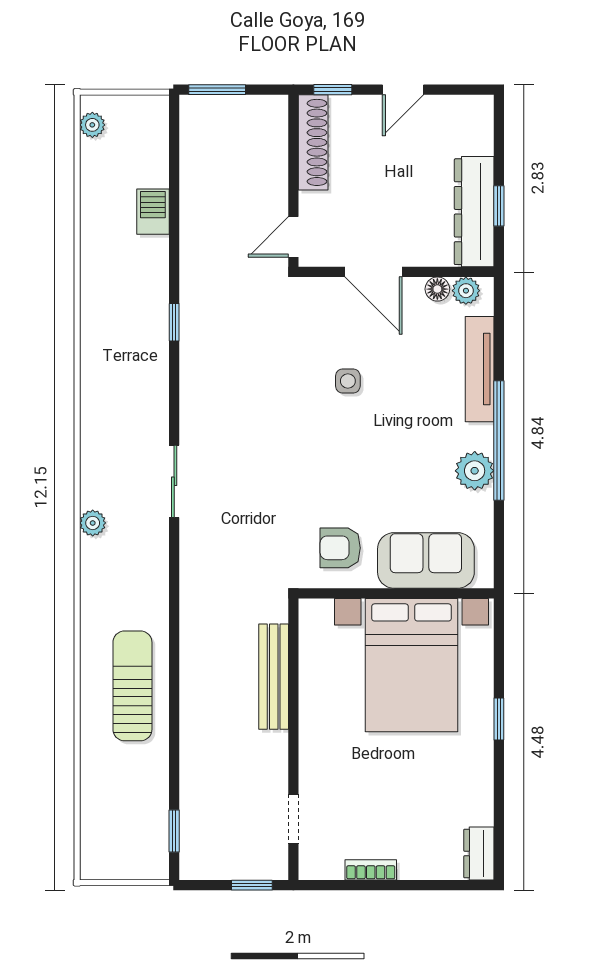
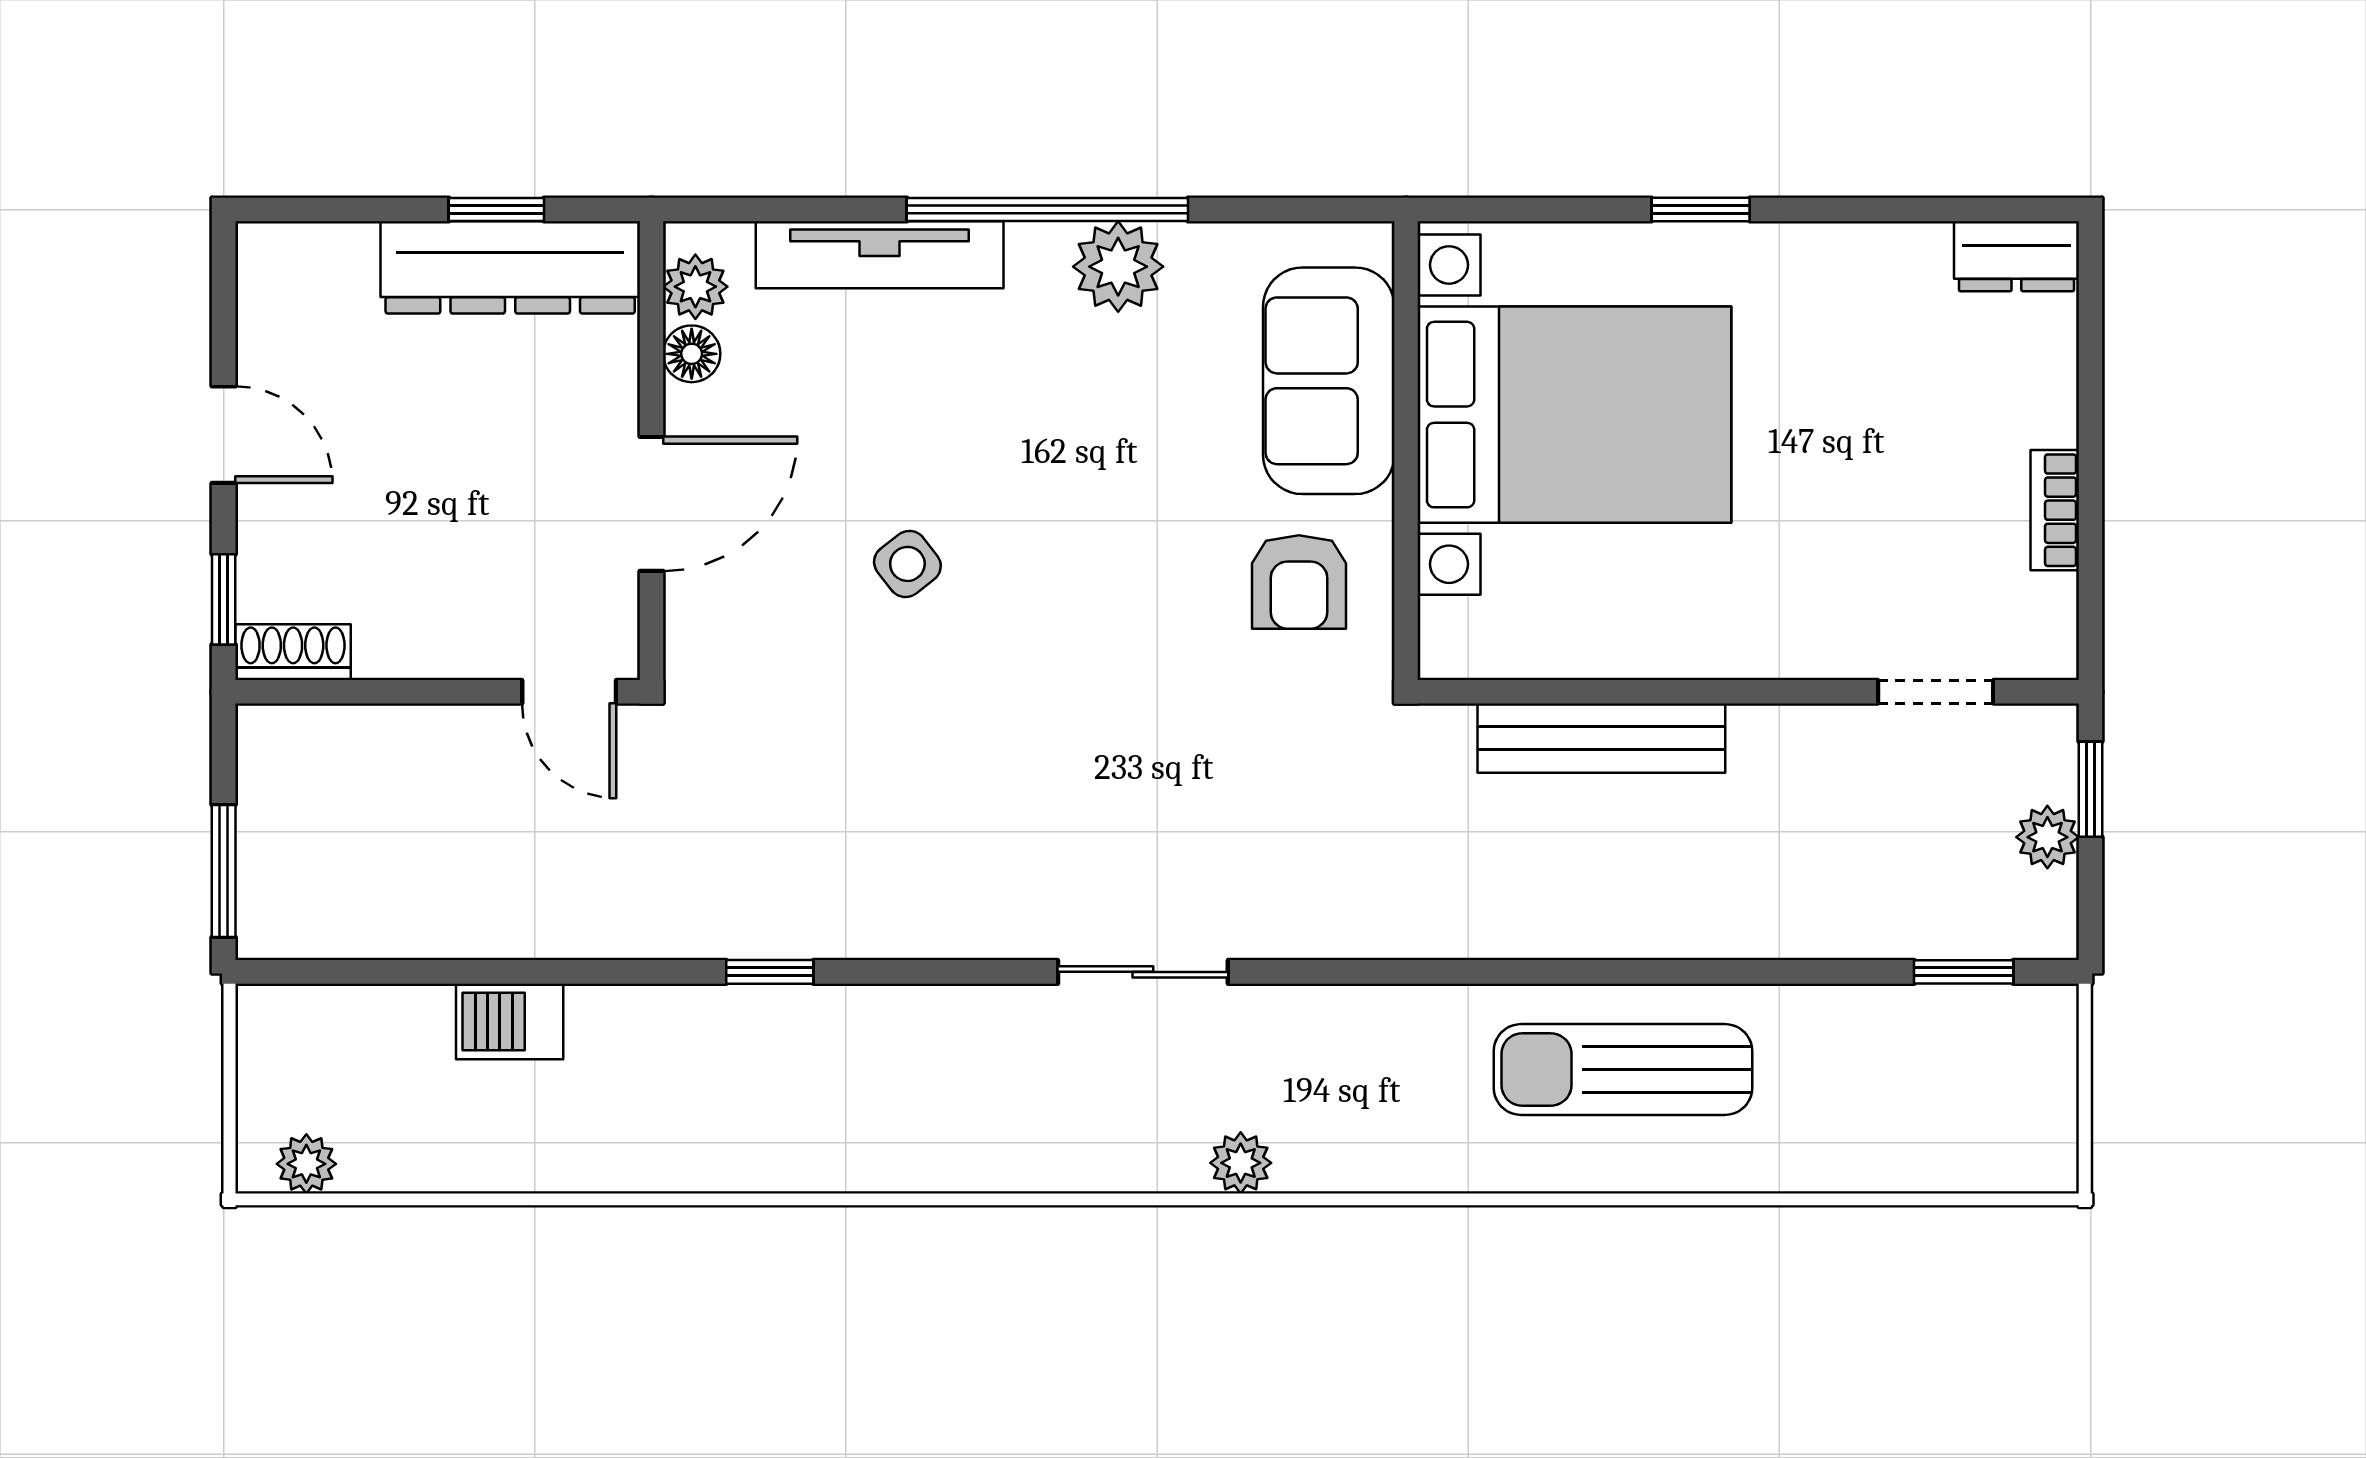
shoe rack: (313, 142) -> (293, 652), width x0.51, depth x0.81
side table: (348, 381) -> (907, 564), turned -38
plant: (231, 867) -> (2047, 837), added

